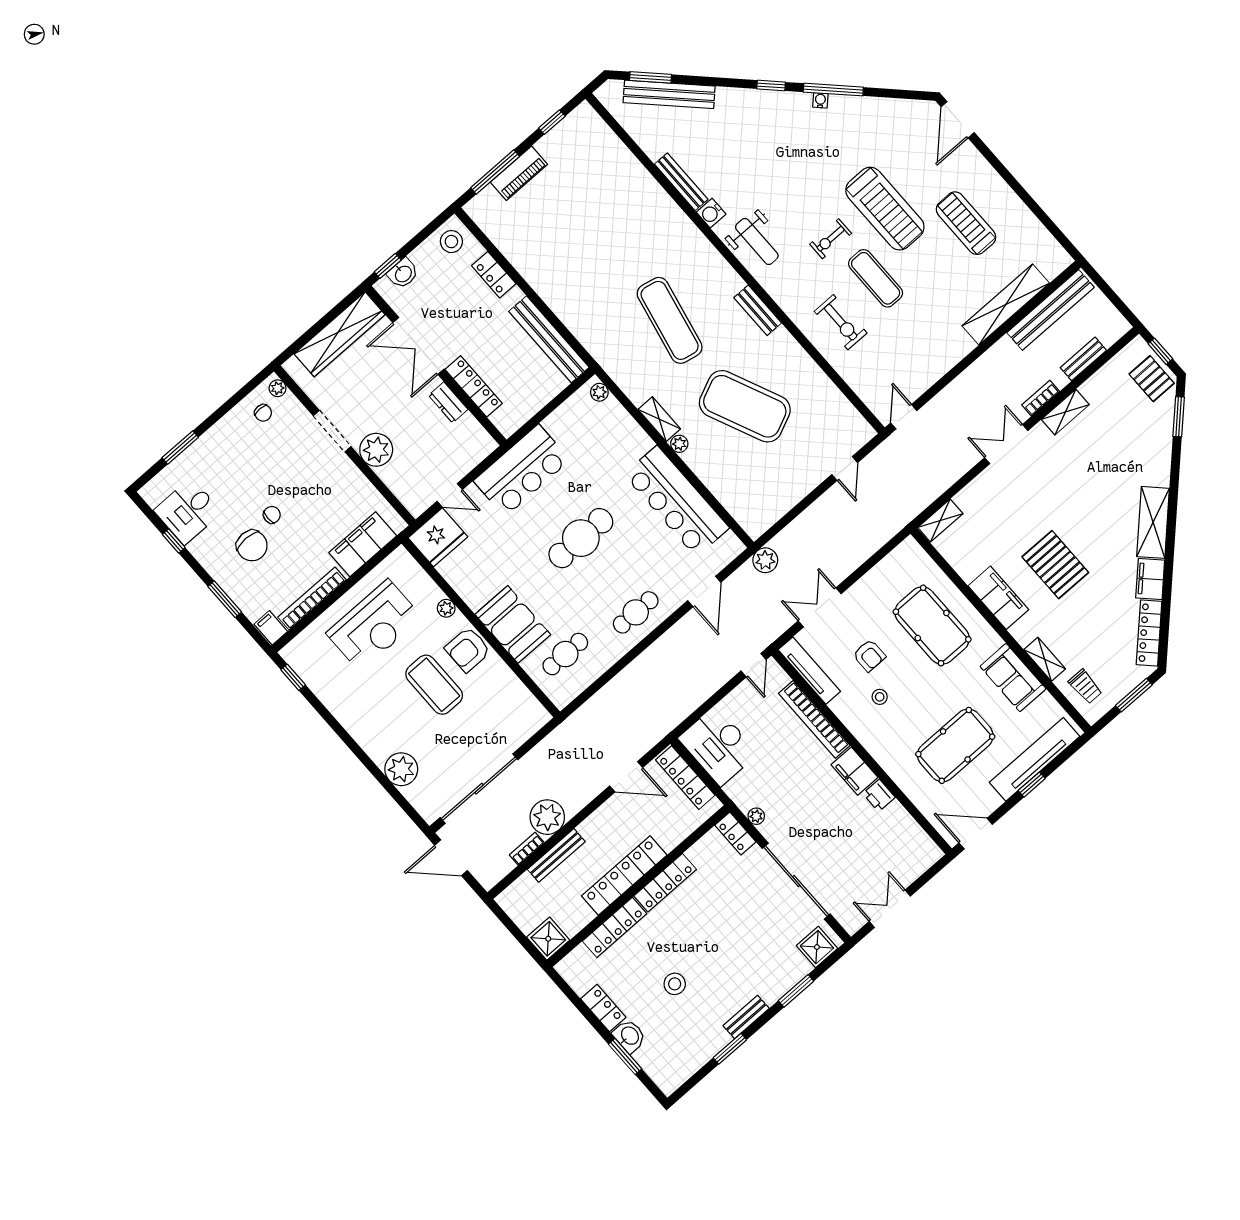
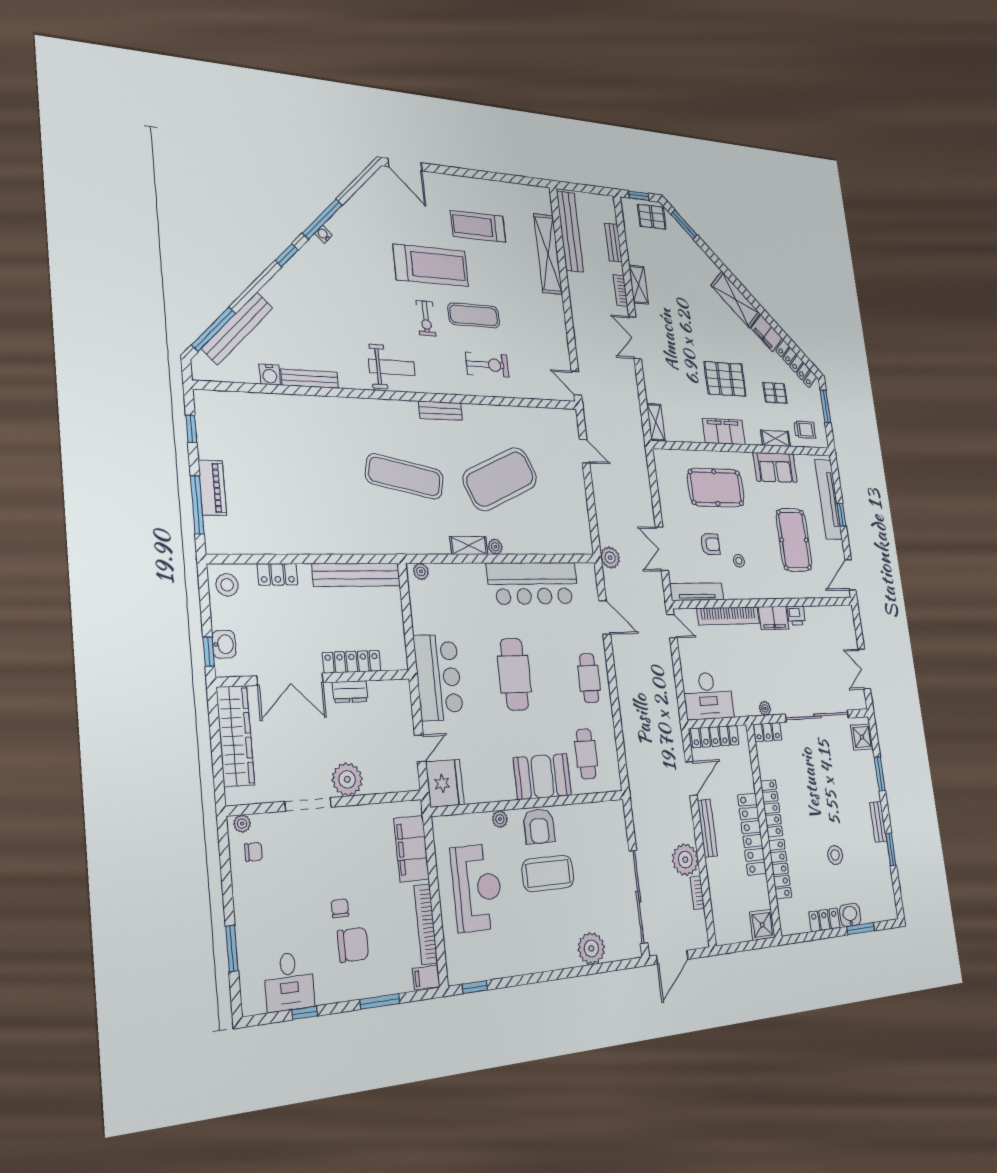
window: (650, 77) -> (214, 329), width x1.44
water cooler: (711, 213) -> (270, 375), moved
pallet: (1093, 628) -> (775, 393), added
bench: (556, 855) -> (707, 828), moved

